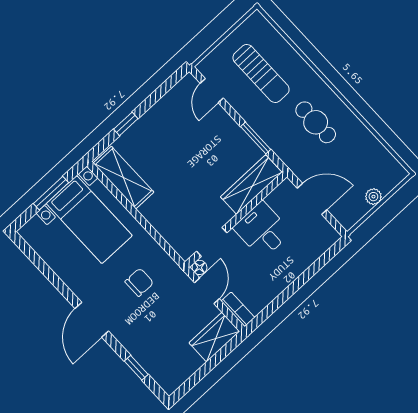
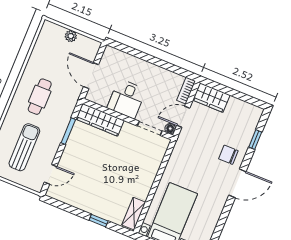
shelving: (123, 178) -> (134, 214), width x0.67, depth x0.75
chair: (139, 282) -> (228, 155), moved

